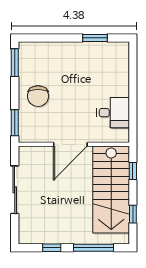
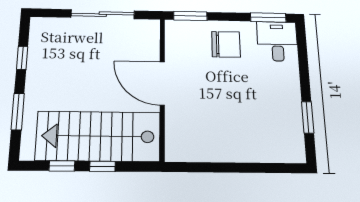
chair: (38, 96) -> (226, 44), turned 180
desk: (113, 113) -> (277, 41), moved, turned 180
window: (133, 171) -> (102, 166), moved
window: (93, 248) -> (18, 112), width x0.69

